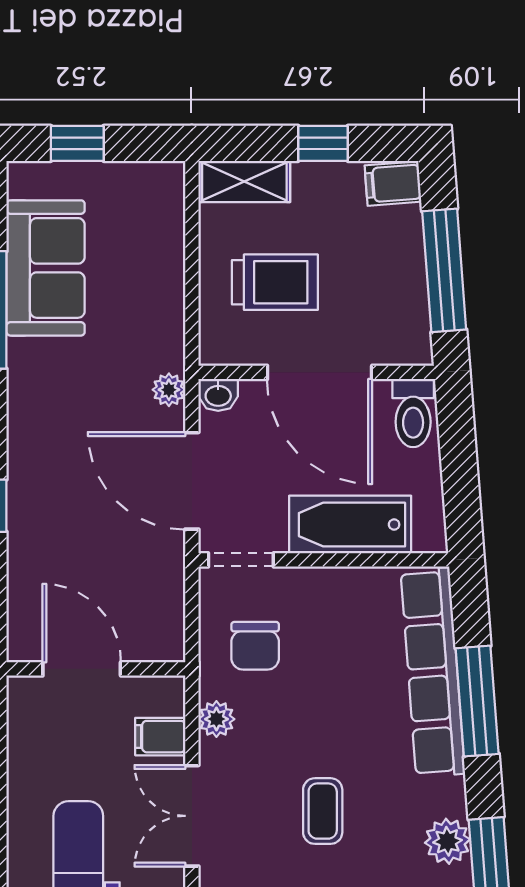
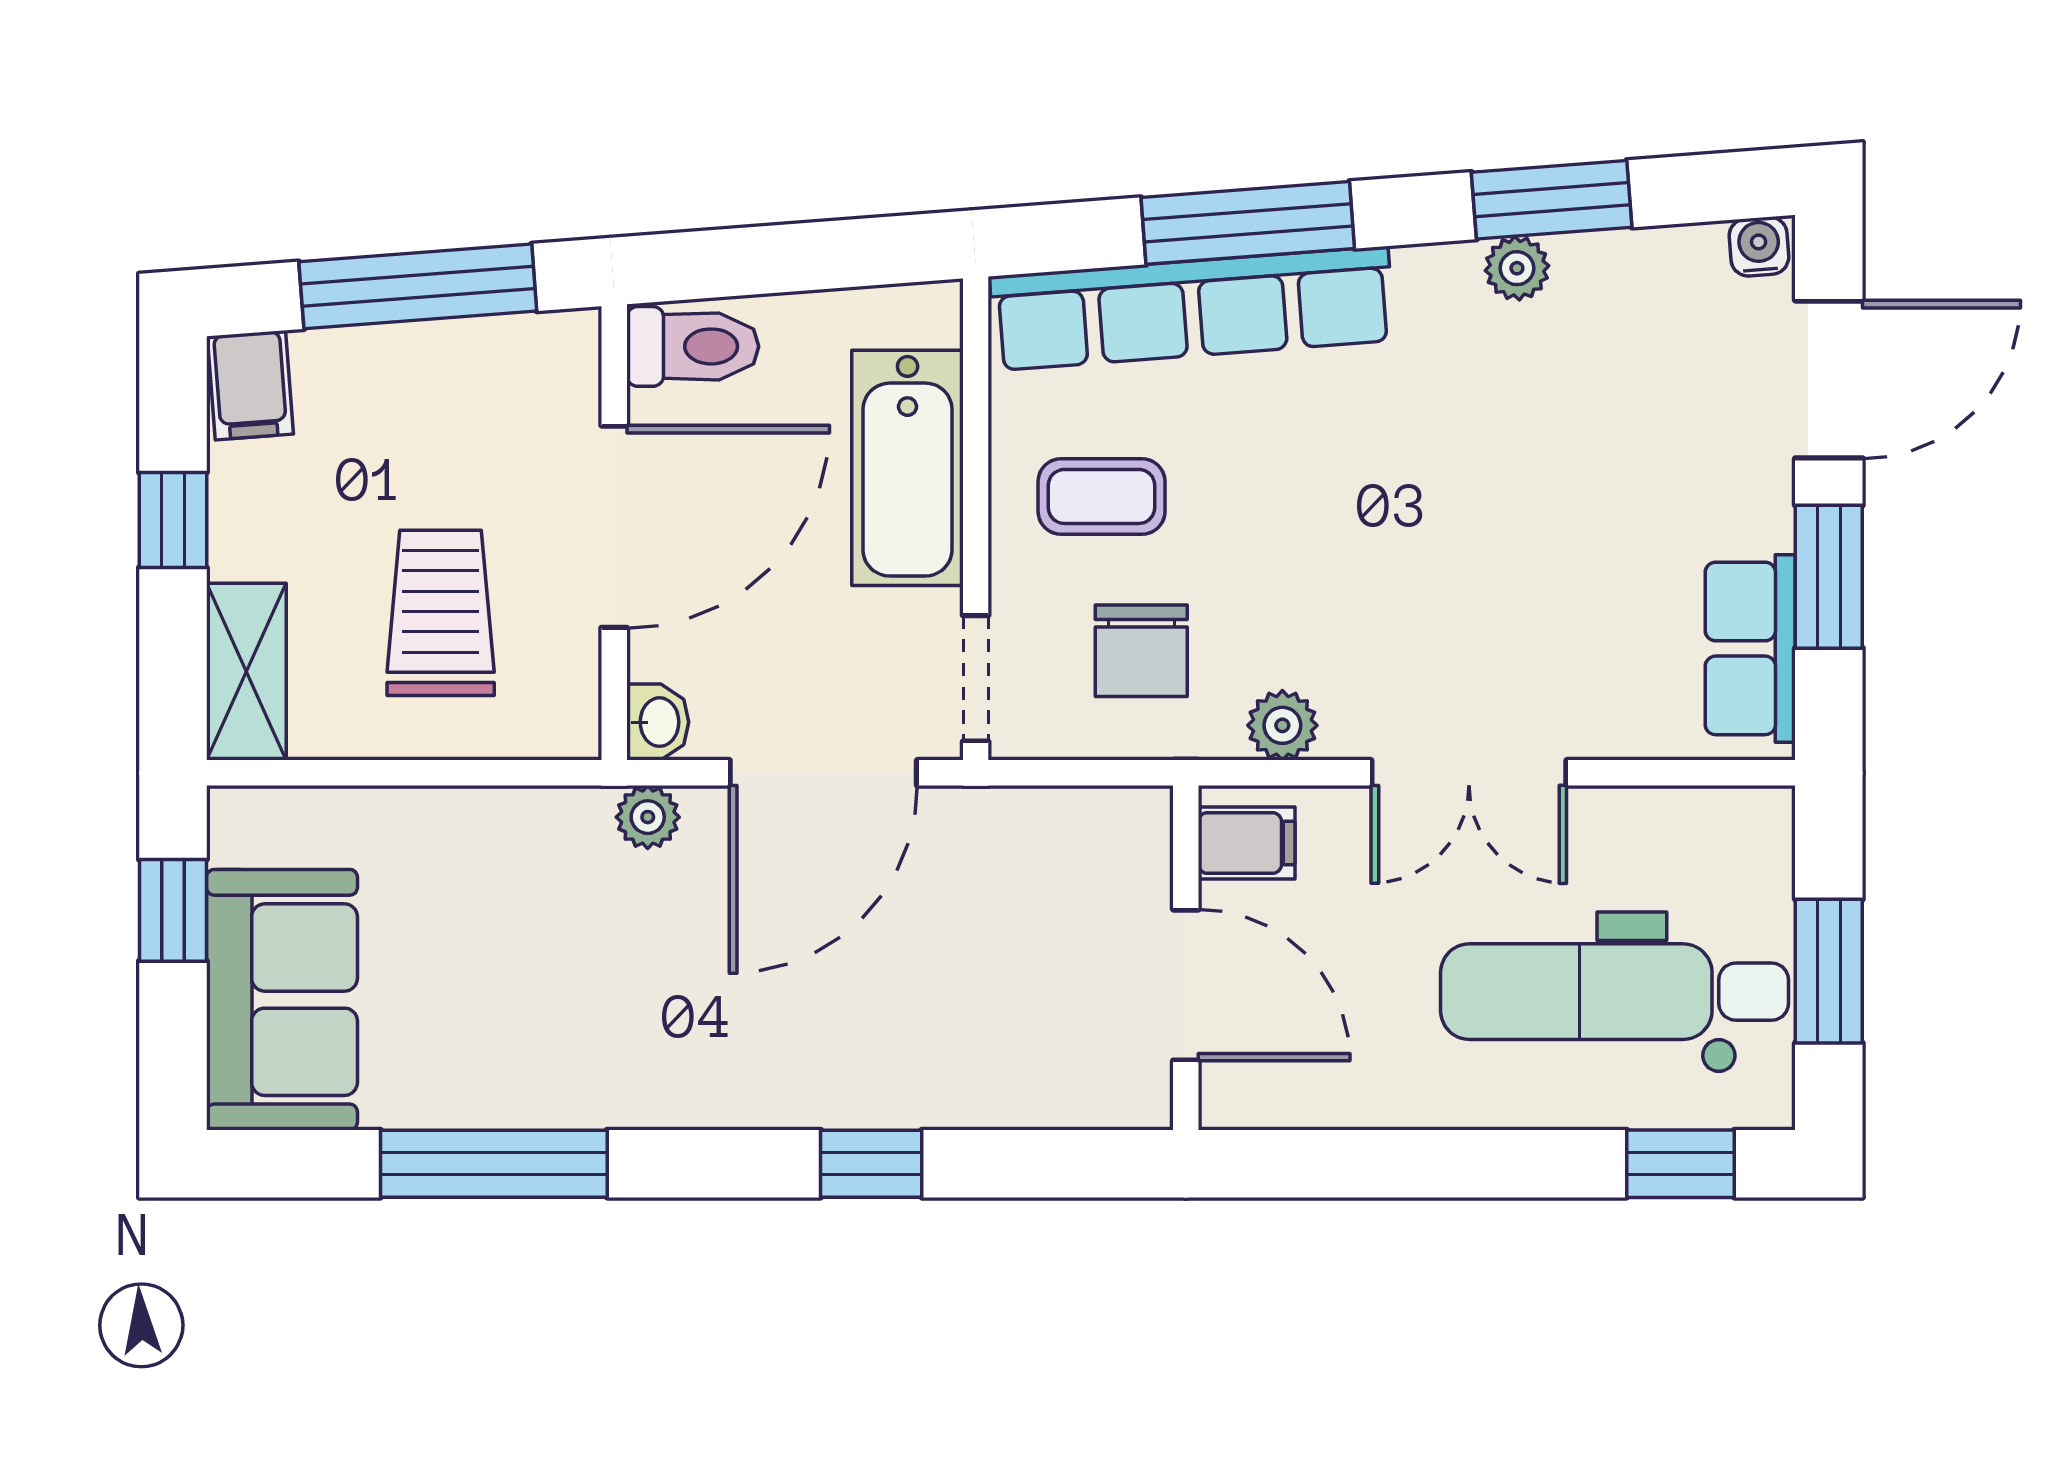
window: (77, 143) -> (173, 910), moved
sofa: (46, 268) -> (282, 1000), moved, turned 90
chair: (255, 646) -> (1141, 651), turned 90
door: (82, 669) -> (1186, 985), swing flipped
filing cabinet: (160, 737) -> (1247, 843), moved, turned -90
coffee table: (323, 811) -> (1102, 496), moved
plant: (447, 841) -> (1517, 268), width x0.73, depth x0.73

